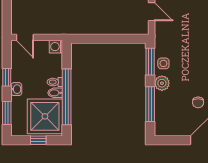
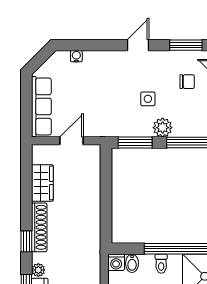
side table: (163, 63) -> (148, 99), moved
bidet: (55, 93) -> (132, 263), moved

